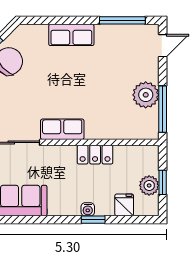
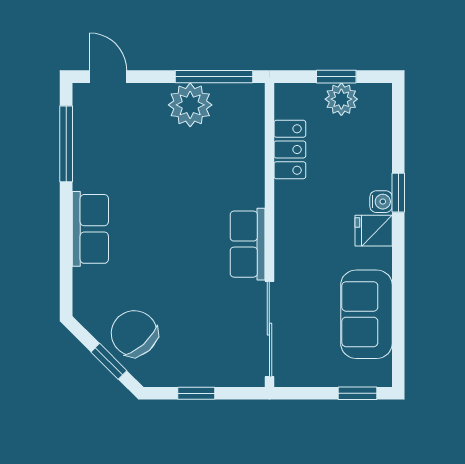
locker: (95, 155) -> (290, 150), moved
fridge: (124, 205) -> (374, 231), moved

